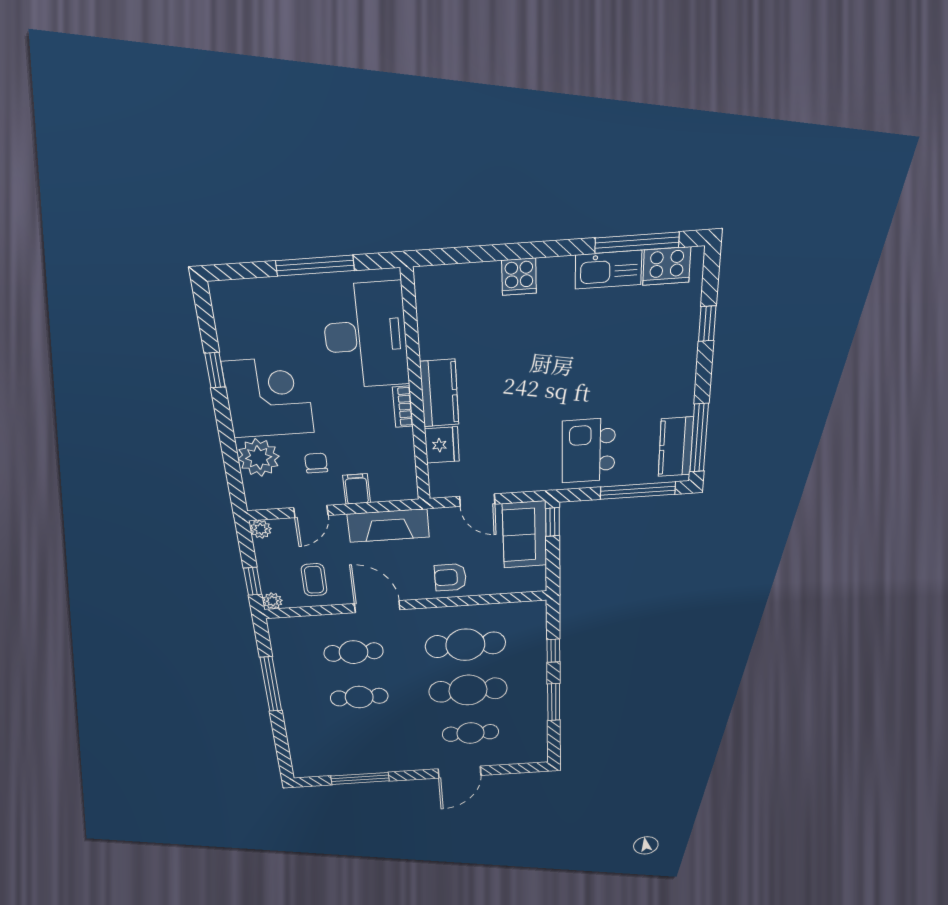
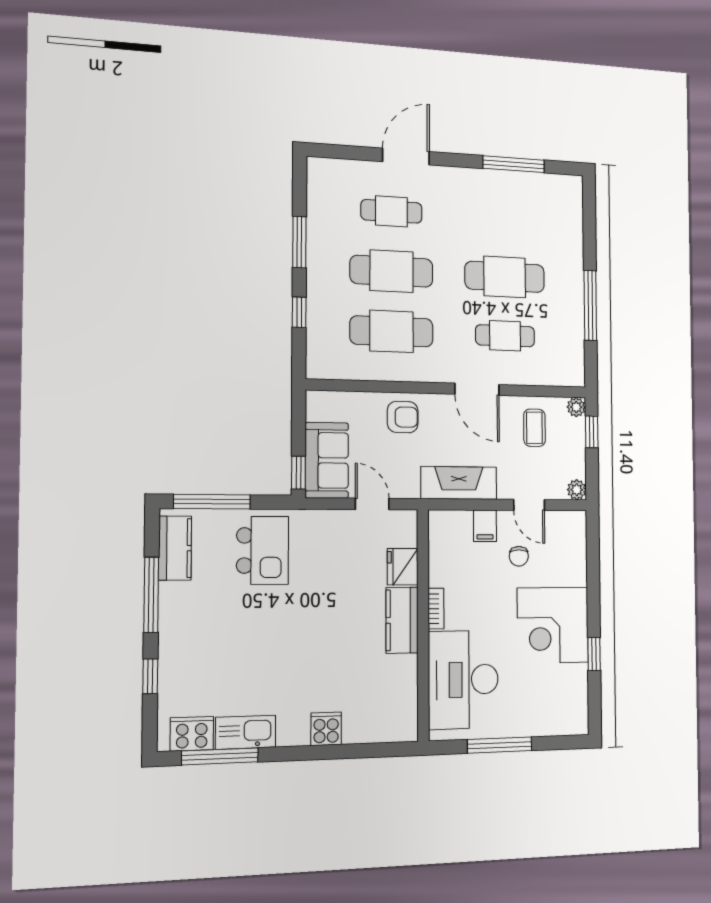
window: (699, 438) -> (151, 595), moved
plant: (259, 458) -> (569, 566), removed
door: (311, 512) -> (529, 505), swing flipped
cafe table: (359, 697) -> (505, 277), width x1.37, depth x1.35

